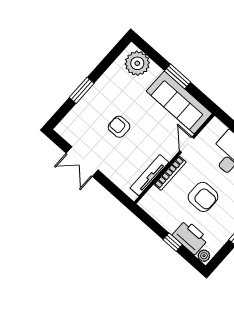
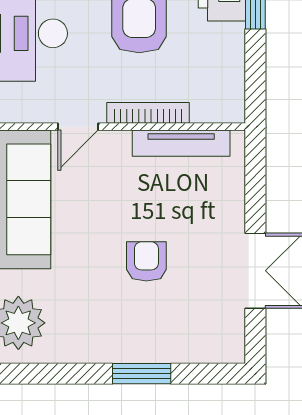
armchair: (119, 127) -> (146, 261), turned 180

